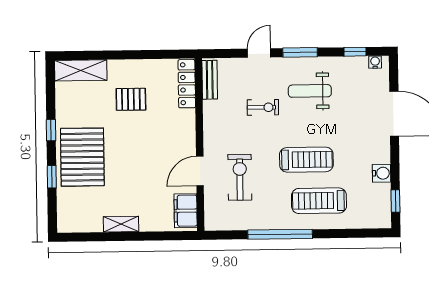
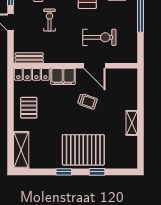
pallet: (131, 99) -> (29, 108), moved
trolley: (150, 162) -> (87, 101), added
exercise bike: (240, 177) -> (99, 37), turned 180
filing cabinet: (186, 211) -> (63, 76), moved

